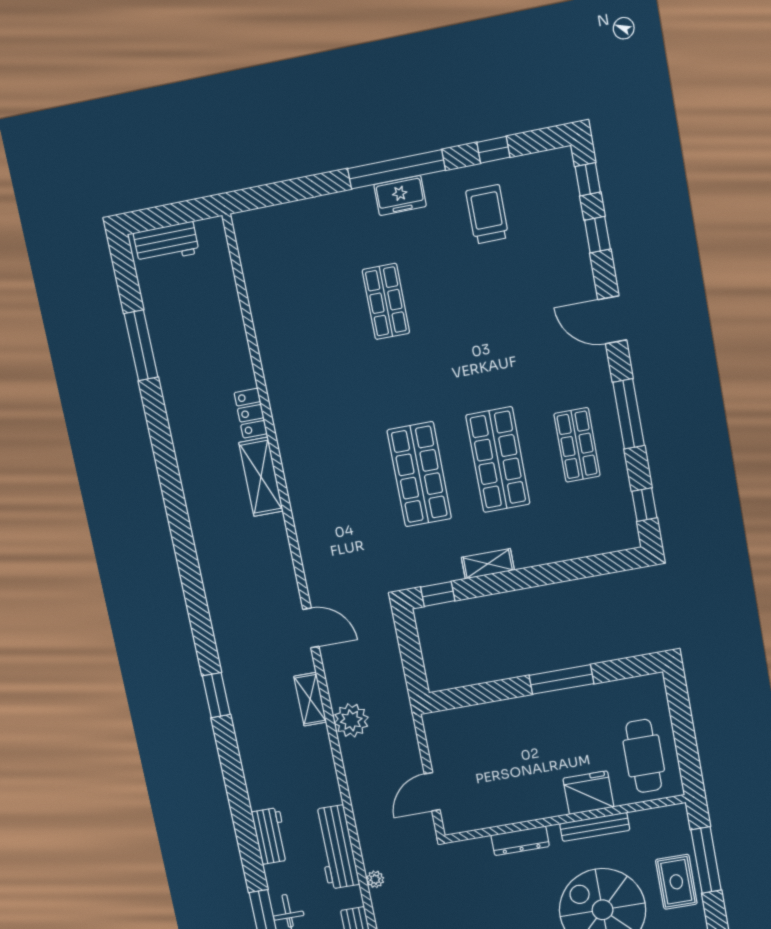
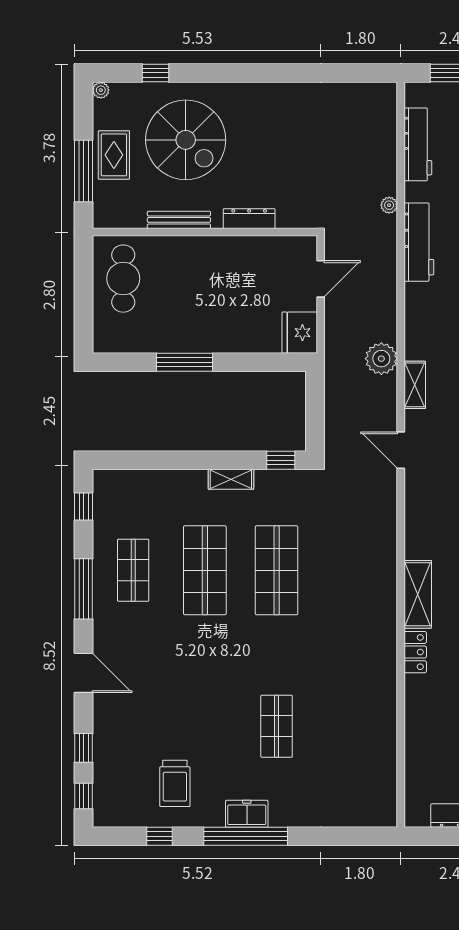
fridge: (588, 793) -> (300, 333), moved, turned 90

